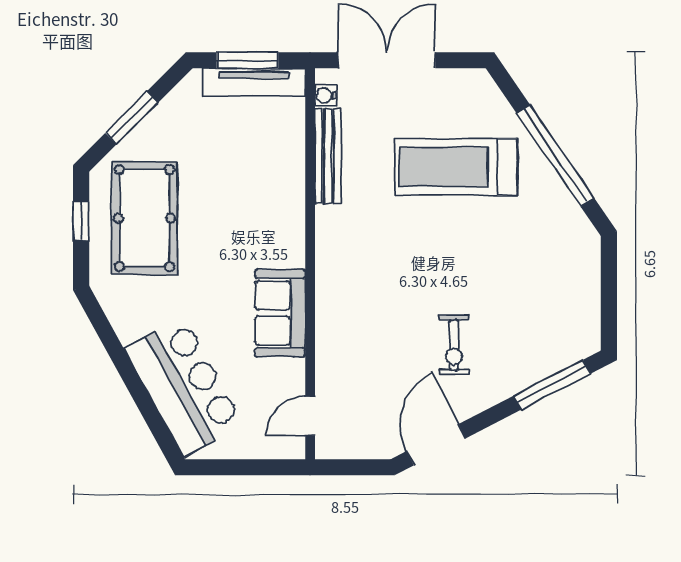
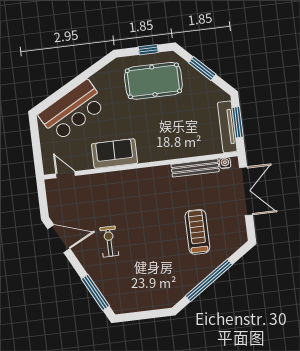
treadmill: (456, 167) -> (197, 232), width x0.73, depth x0.73
exercise bike: (454, 345) -> (109, 241), turned 90

